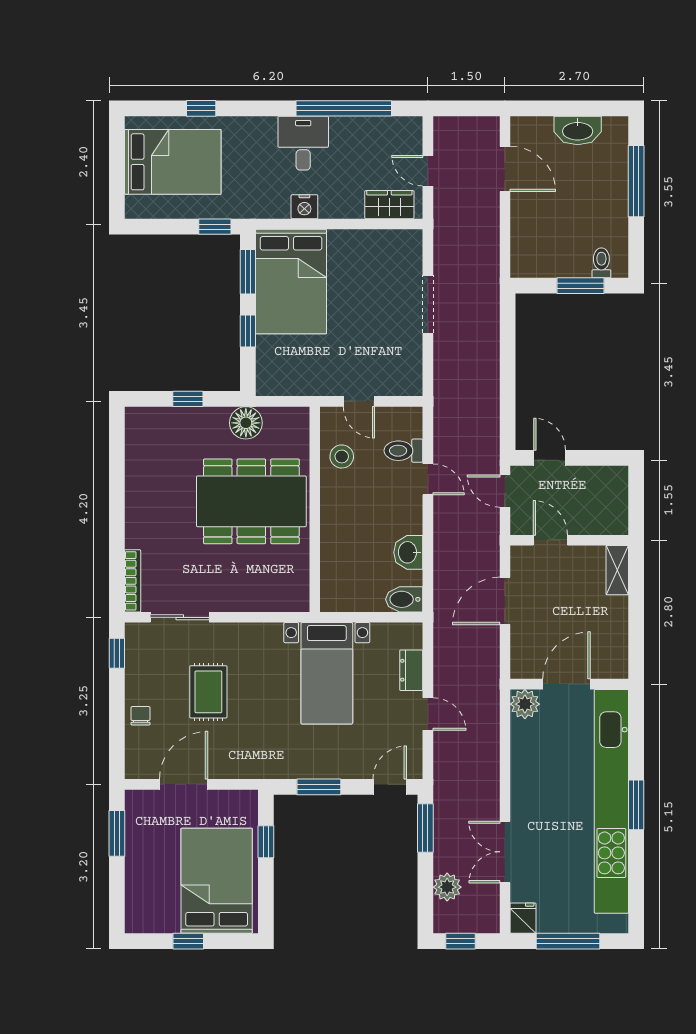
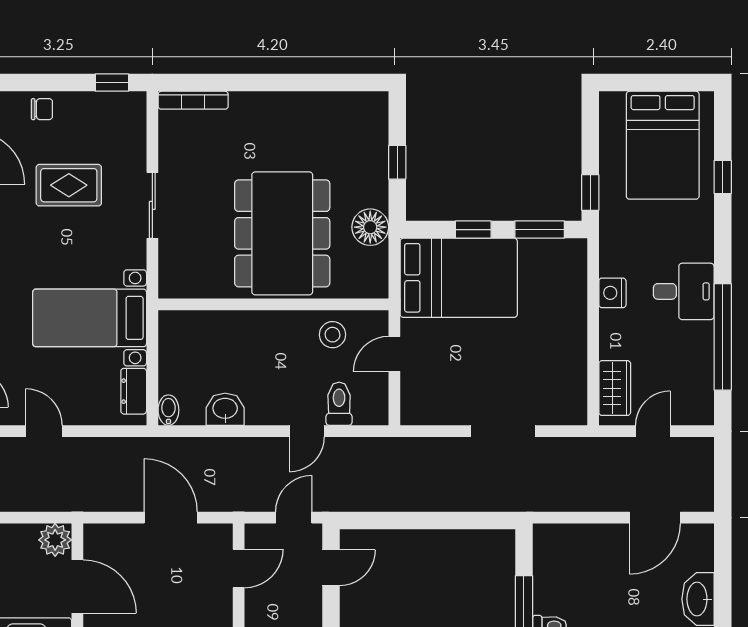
bed: (291, 282) -> (459, 278), moved, turned 180
bidet: (404, 599) -> (168, 410), width x0.72, depth x0.74
sliding door: (180, 617) -> (152, 205), moved
dresser: (411, 670) -> (134, 391), moved, turned -90
door: (428, 714) -> (44, 431), swing flipped

